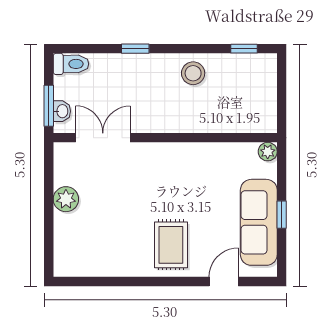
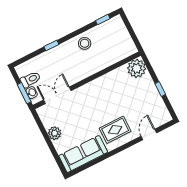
toilet: (71, 64) -> (30, 79), moved
plant: (268, 152) -> (137, 68), width x1.88, depth x1.88
sofa: (259, 222) -> (83, 154), moved, turned 90
rug: (171, 245) -> (115, 130), turned 90

